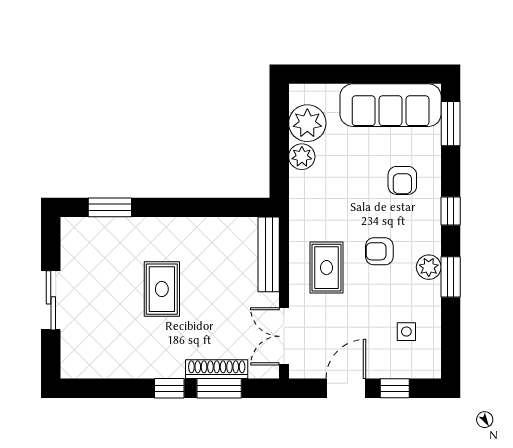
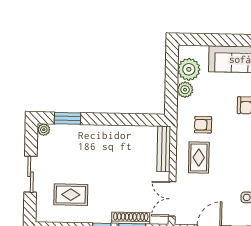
plant: (71, 227) -> (44, 130), added
armchair: (379, 251) -> (203, 125), moved
rug: (162, 289) -> (71, 195), moved, turned 90

